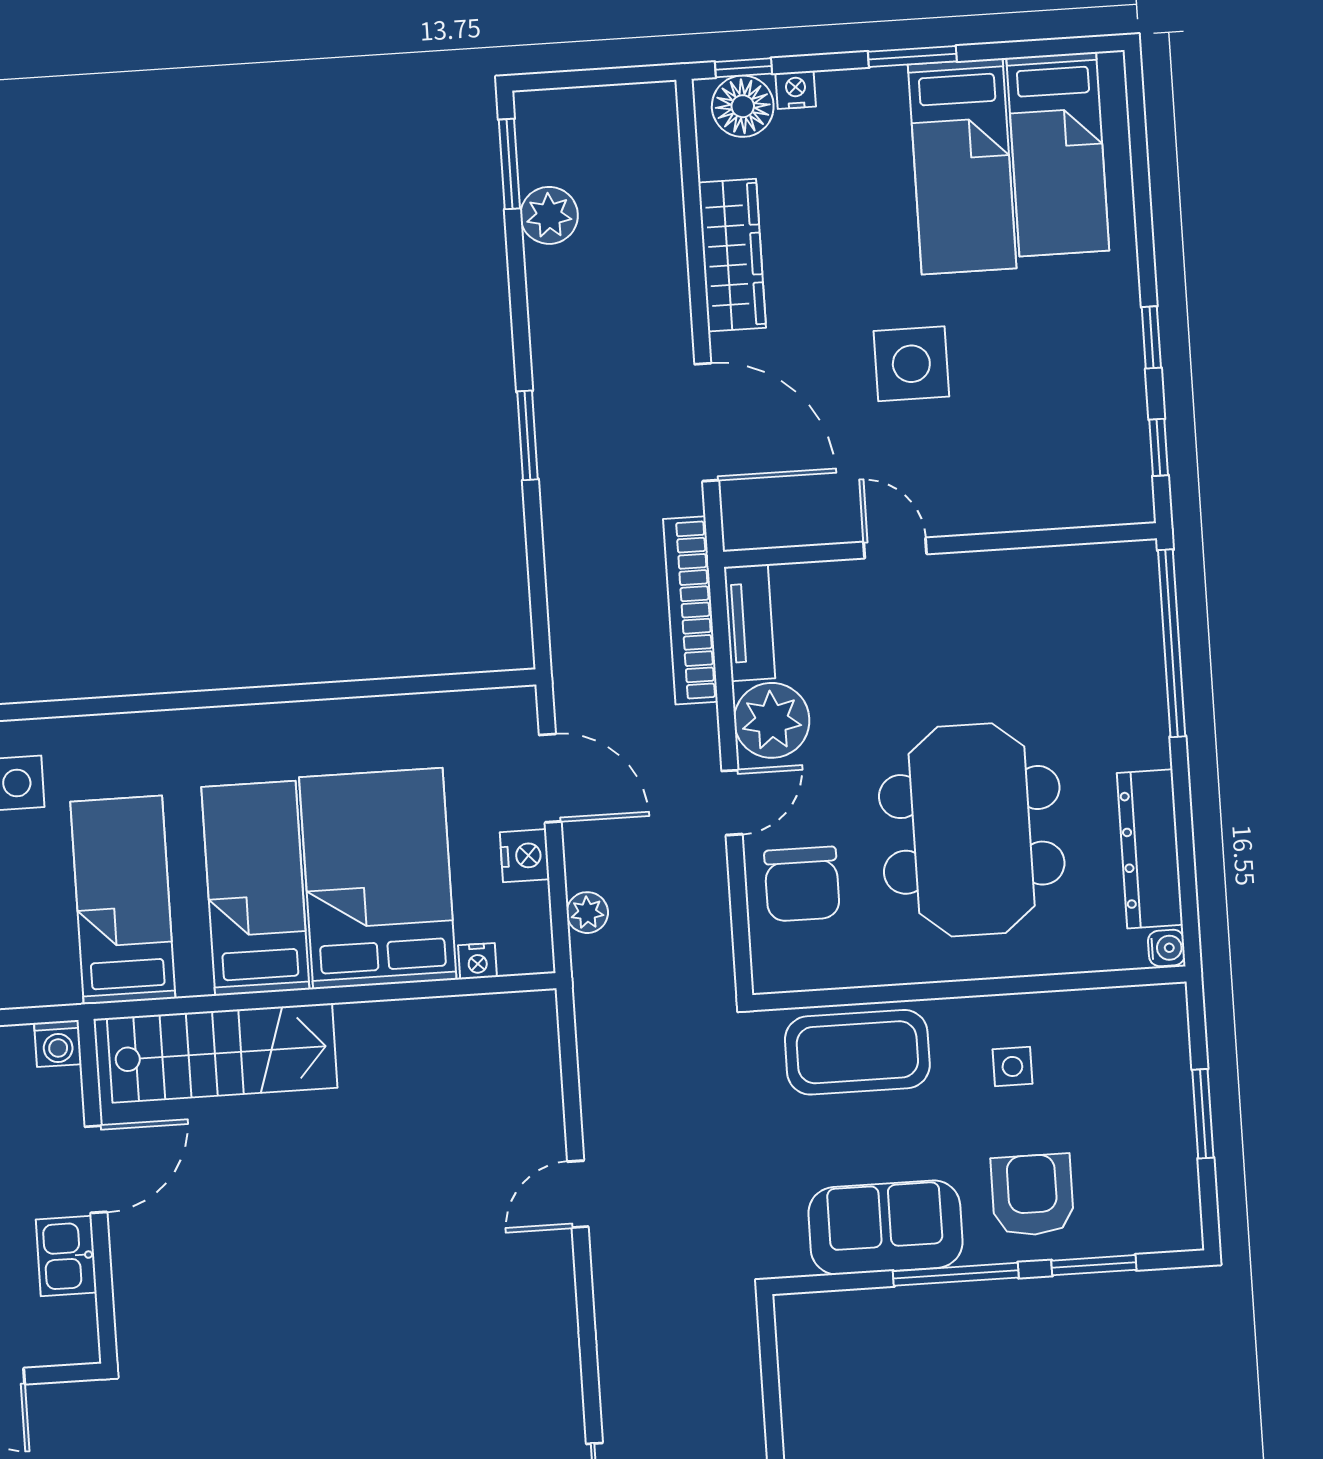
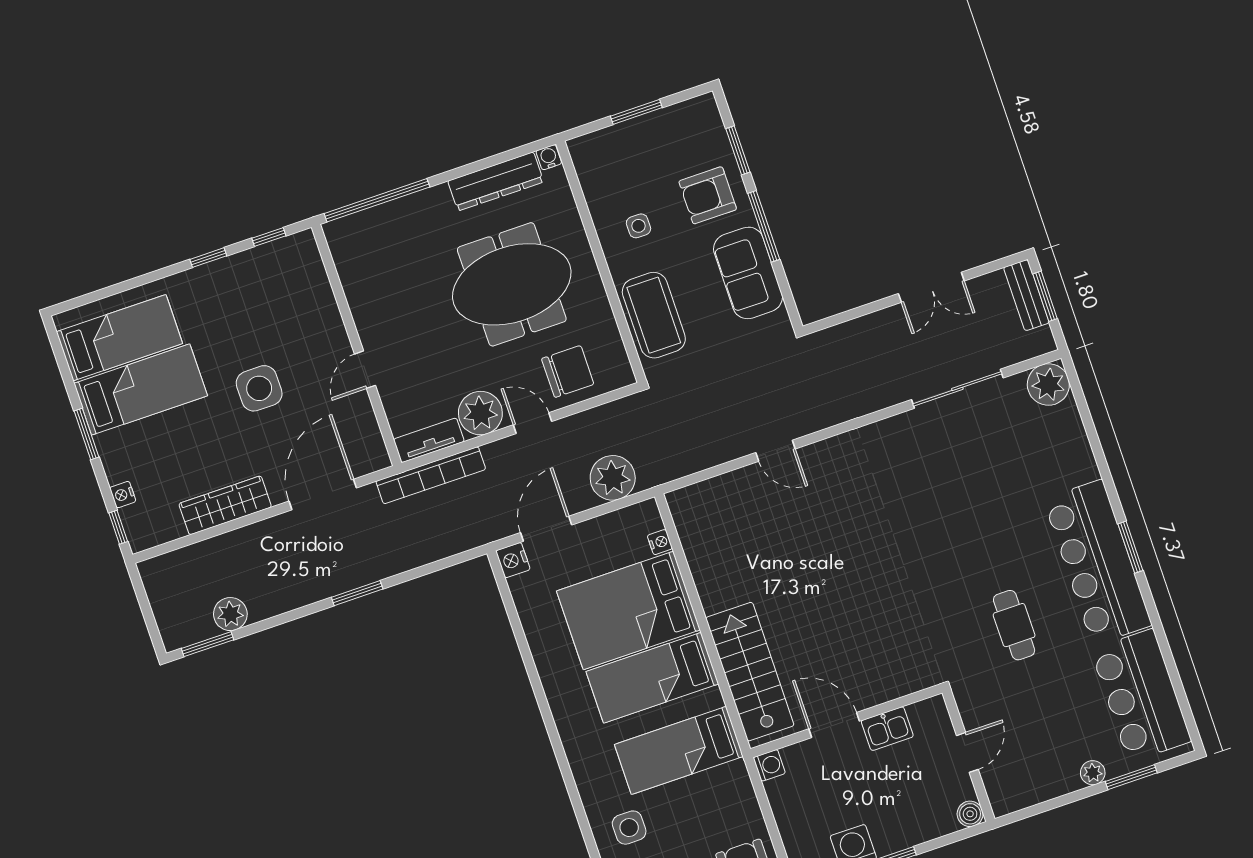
floor lamp: (743, 106) -> (140, 522), removed
nightstand: (525, 856) -> (513, 560), moved, turned -90
plant: (587, 913) -> (613, 478), width x1.88, depth x1.88

